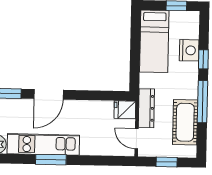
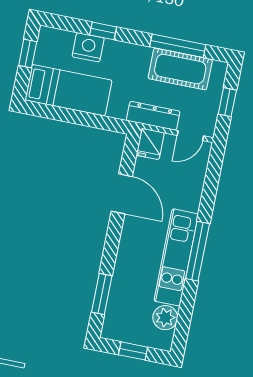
door: (49, 94) -> (122, 194), moved
window: (202, 102) -> (178, 46), moved
window: (51, 160) -> (198, 251), width x1.44

